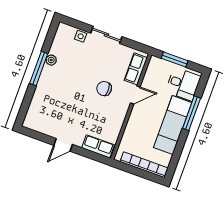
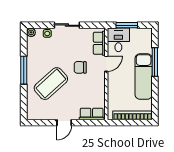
plant: (51, 60) -> (31, 32), moved
desk: (183, 84) -> (118, 40), moved, turned -90
coffee table: (64, 95) -> (51, 84), added

